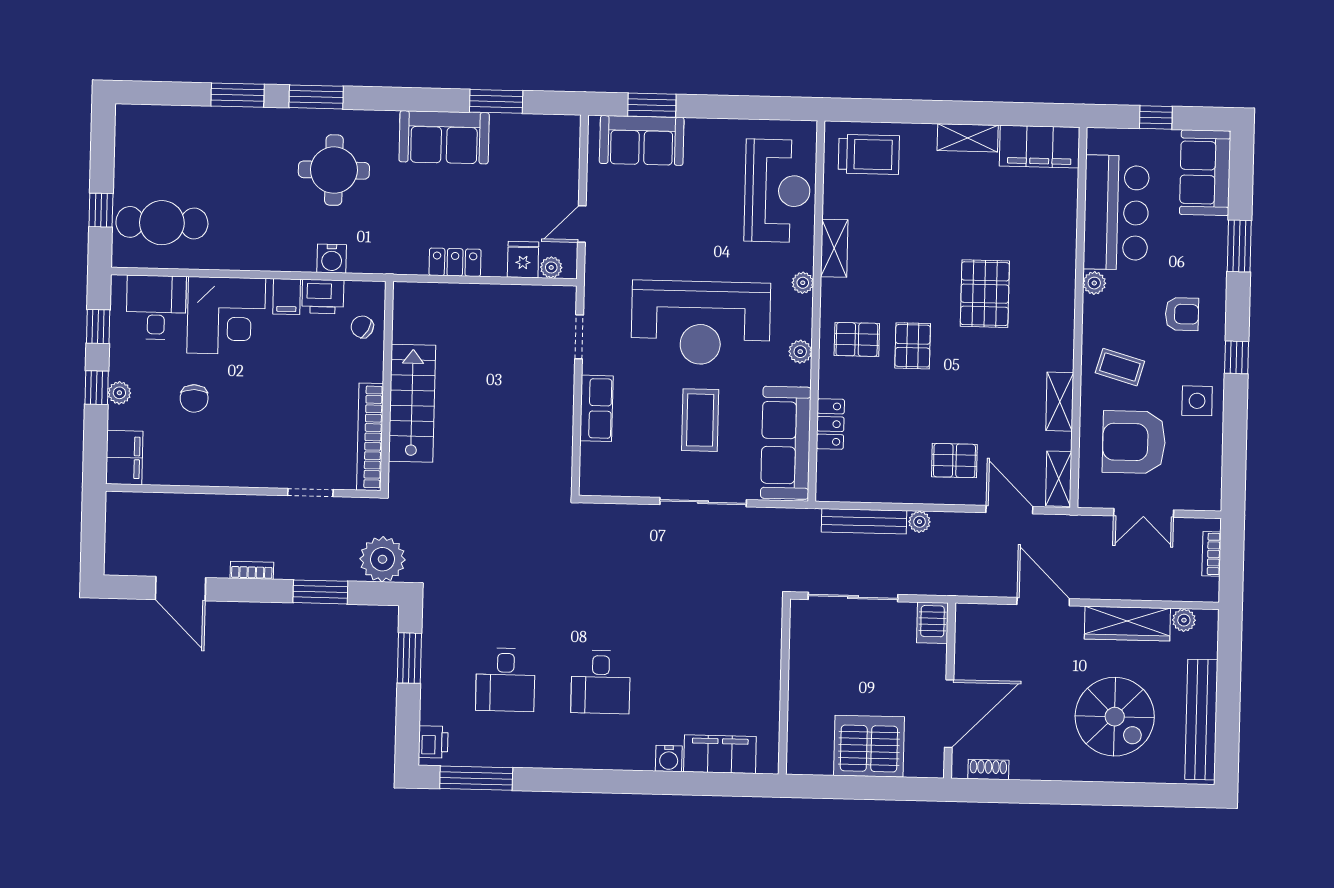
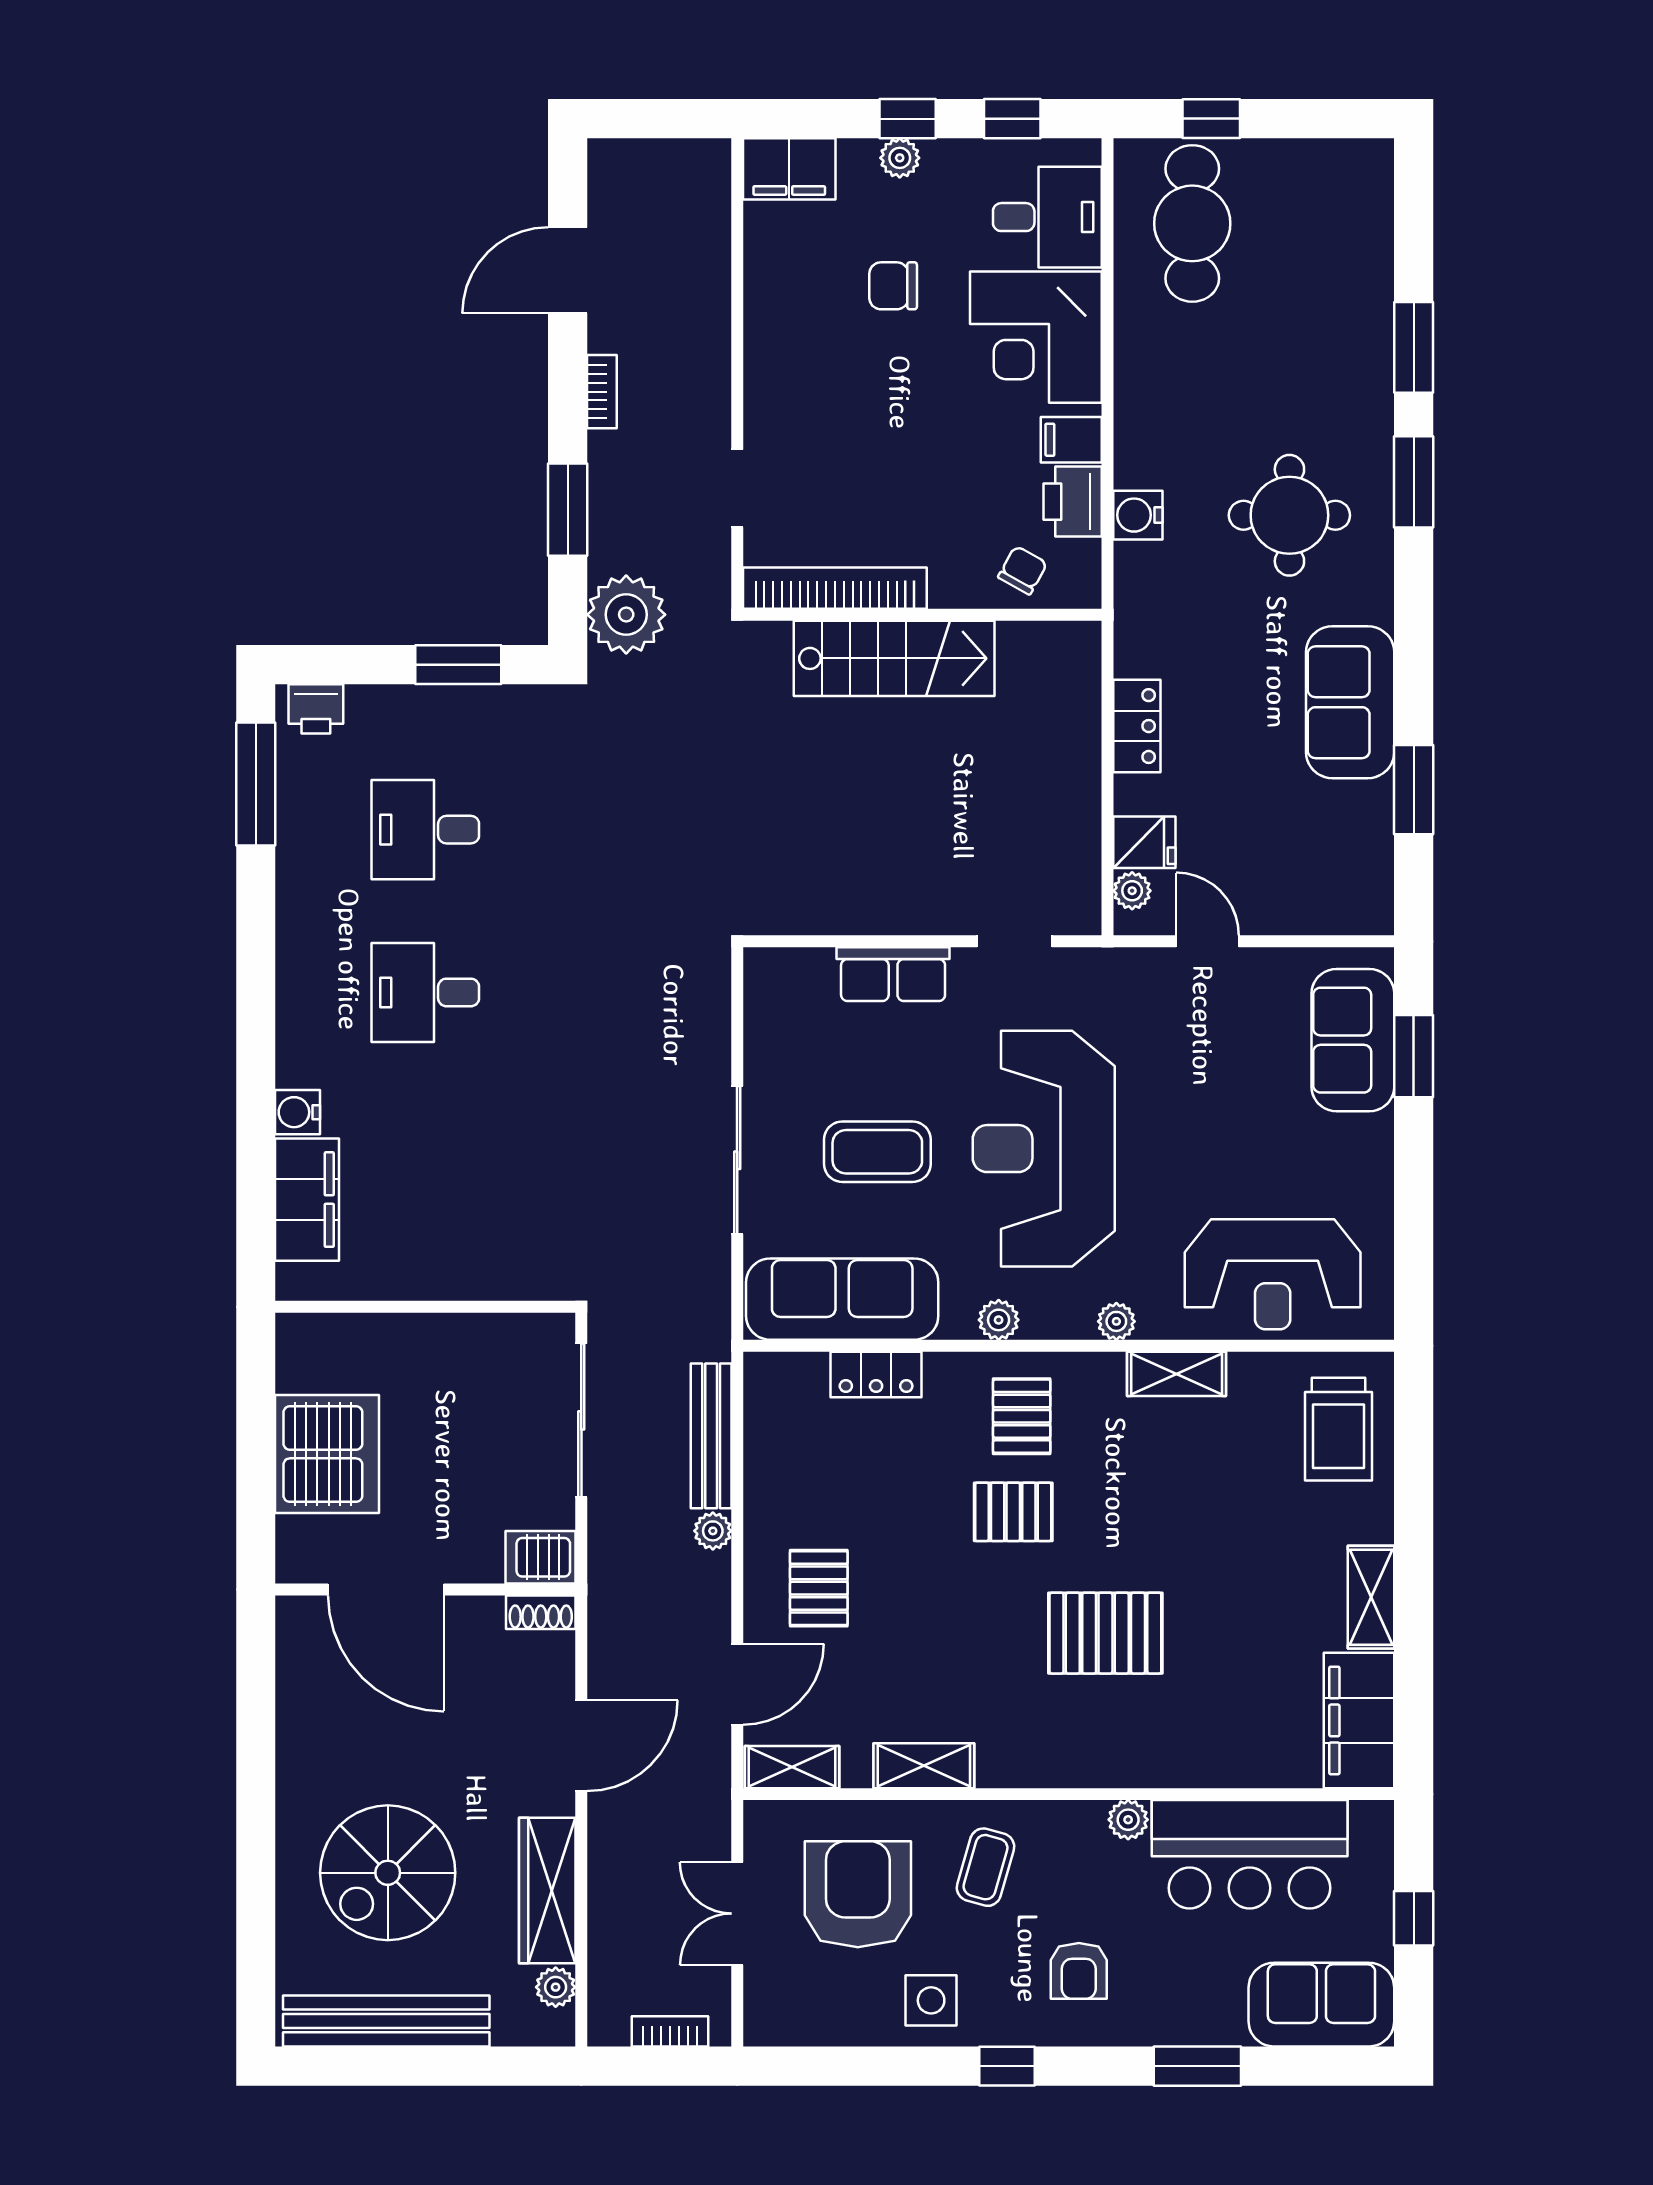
shoe rack: (988, 769) -> (541, 1612), moved, turned 90

